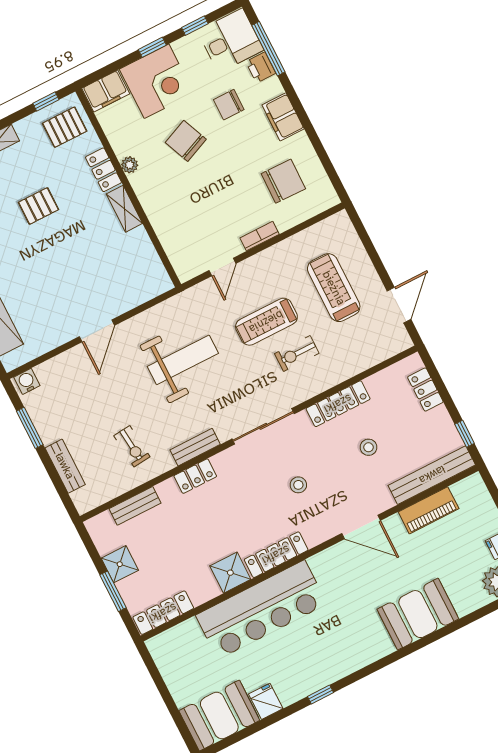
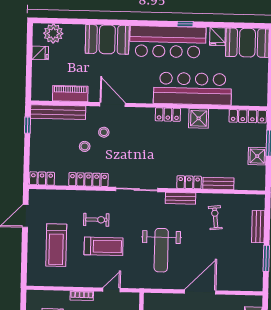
door: (97, 331) -> (200, 292), width x1.36
weight bench: (183, 360) -> (161, 250), turned -90
water cooler: (27, 381) -> (254, 285), removed
locker: (425, 390) -> (42, 178), moved, turned -90
stool: (298, 485) -> (104, 132), moved
bench: (135, 506) -> (218, 183), moved
locker: (276, 555) -> (168, 115), width x0.66
bar counter: (331, 656) -> (168, 42), added

